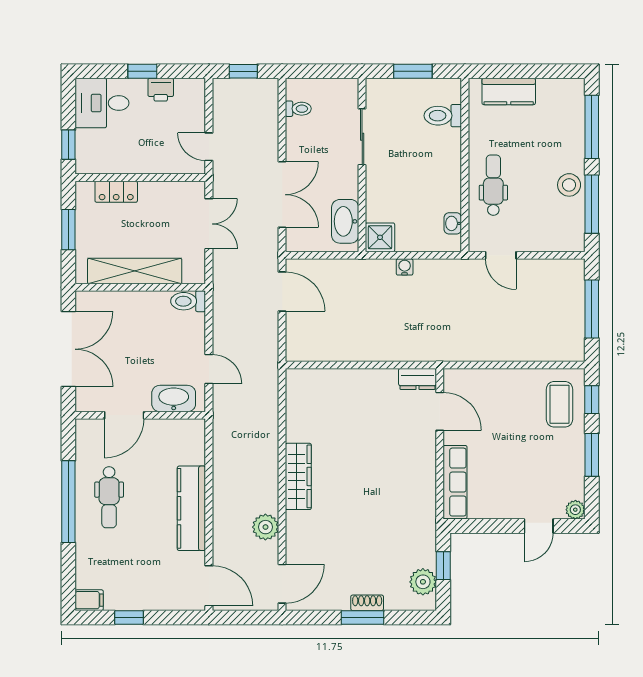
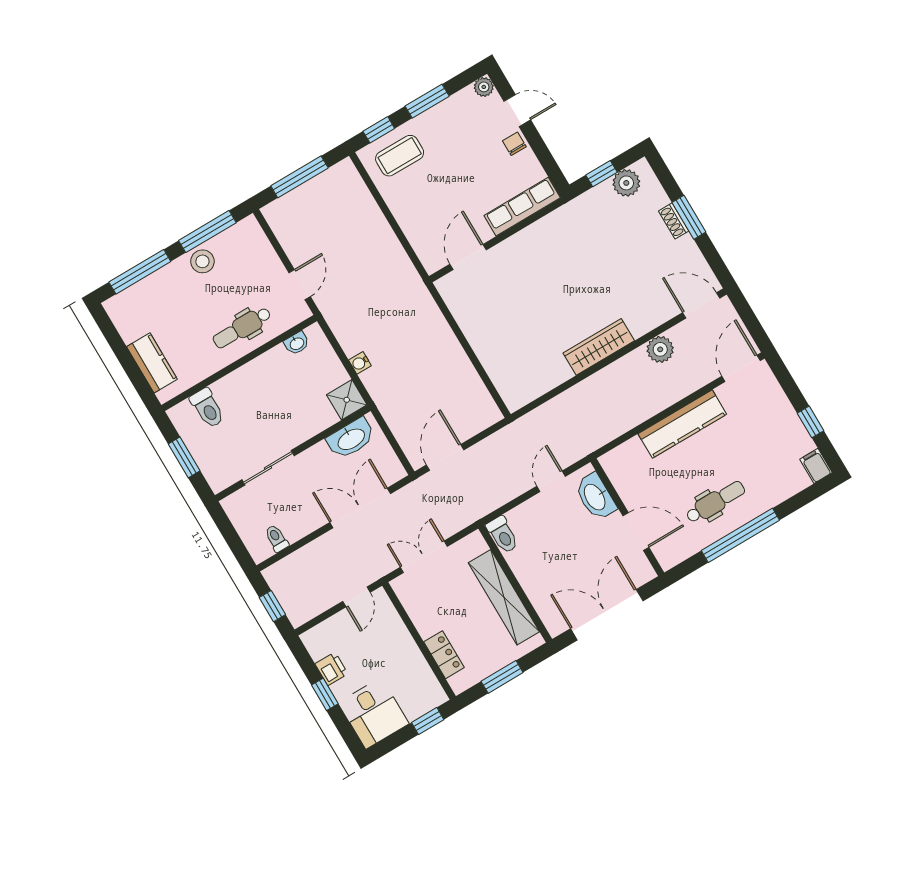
dresser: (418, 379) -> (451, 293), removed
chair: (512, 507) -> (514, 144), added

